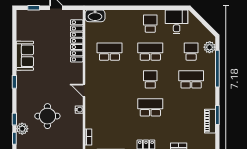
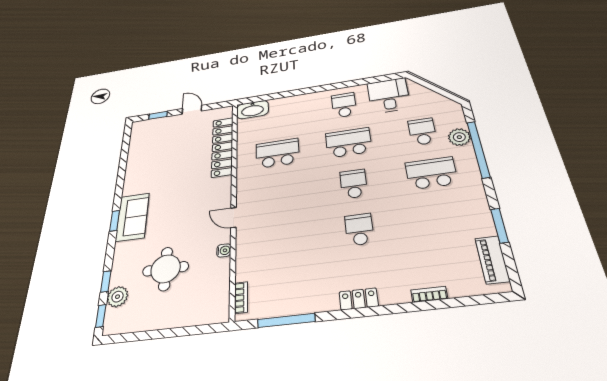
plant: (210, 47) -> (459, 137), moved
sofa: (25, 56) -> (132, 217), moved
school desk: (150, 107) -> (359, 229), width x0.54
piano: (210, 121) -> (492, 260), moved

